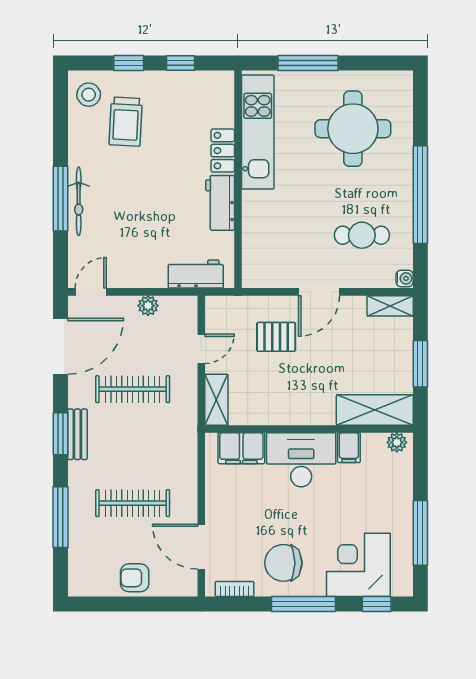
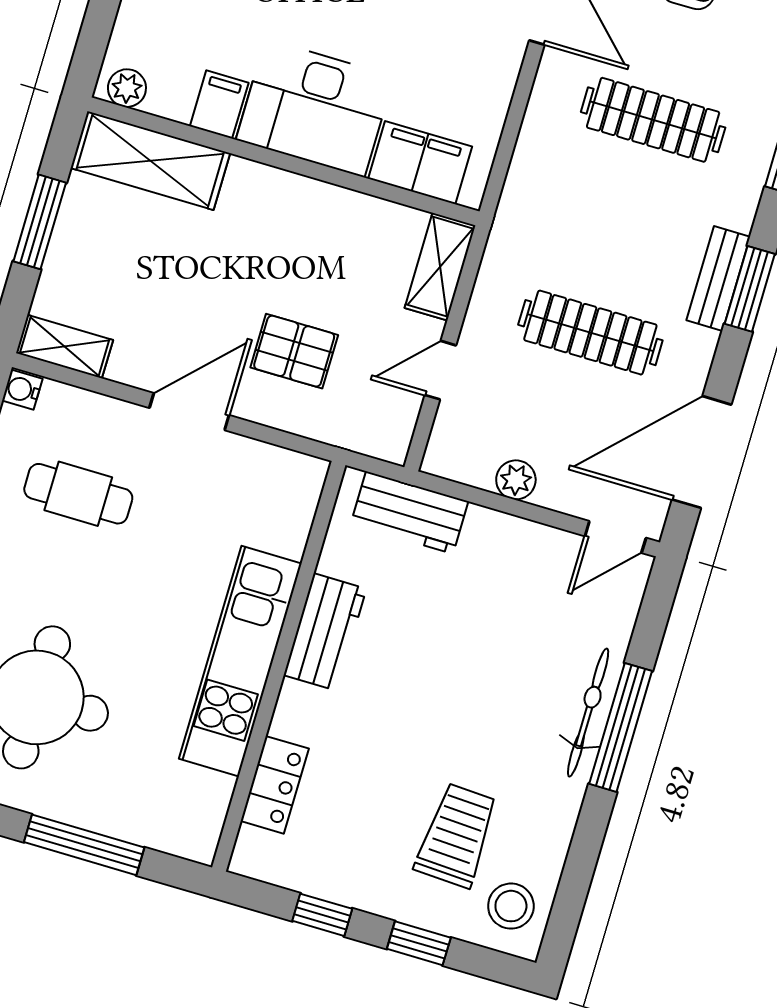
kitchen unit: (258, 132) -> (240, 661), moved
locker: (223, 151) -> (275, 785), moved

